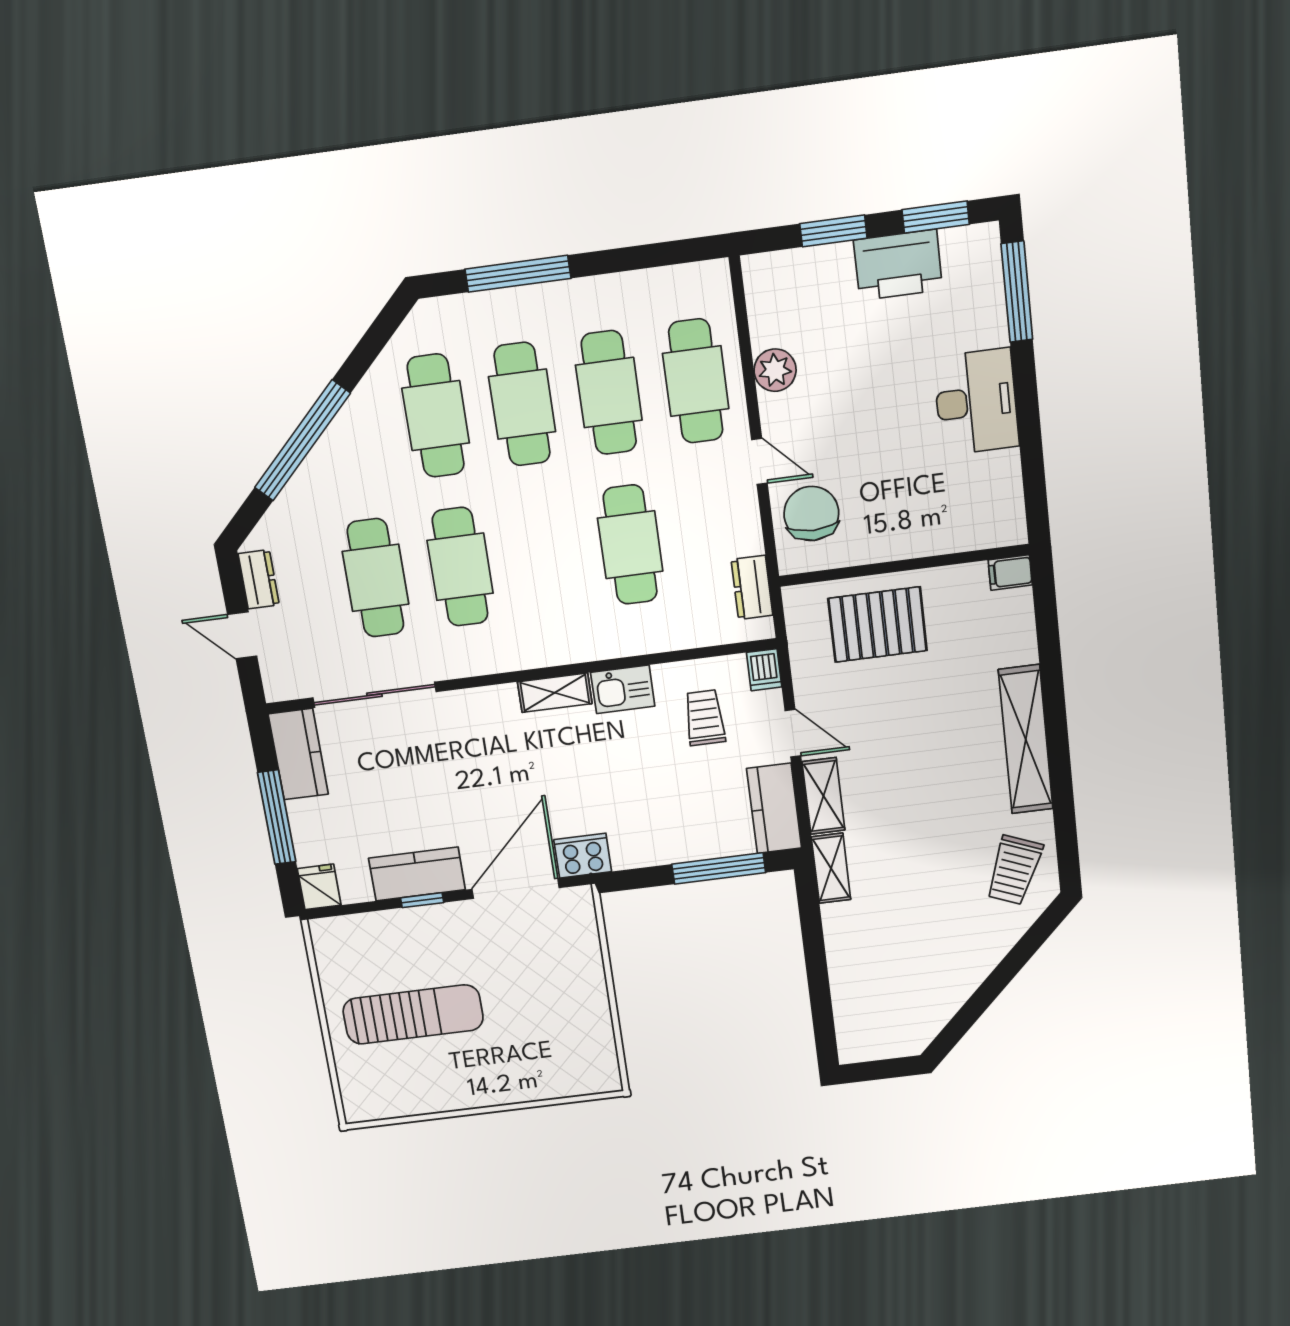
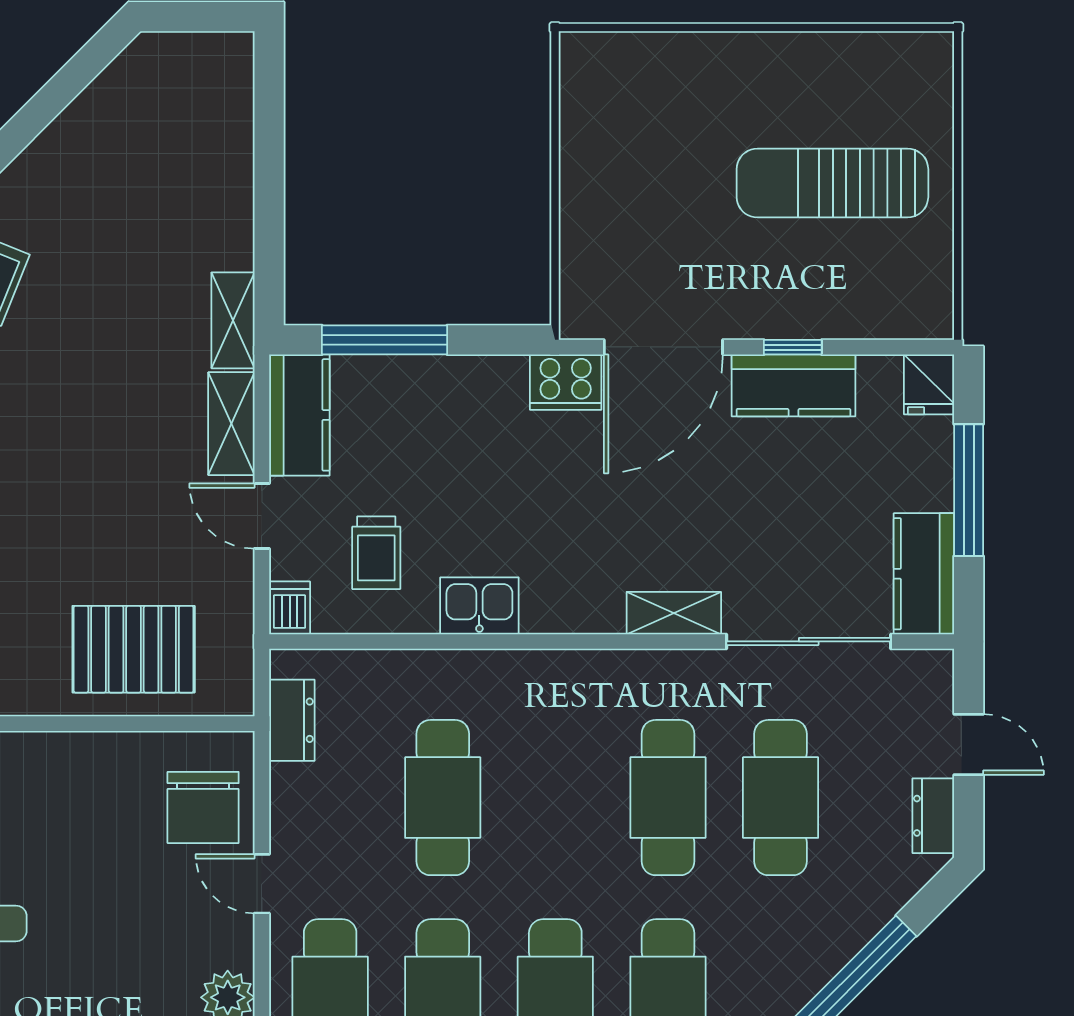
shelving: (555, 693) -> (674, 613), moved

